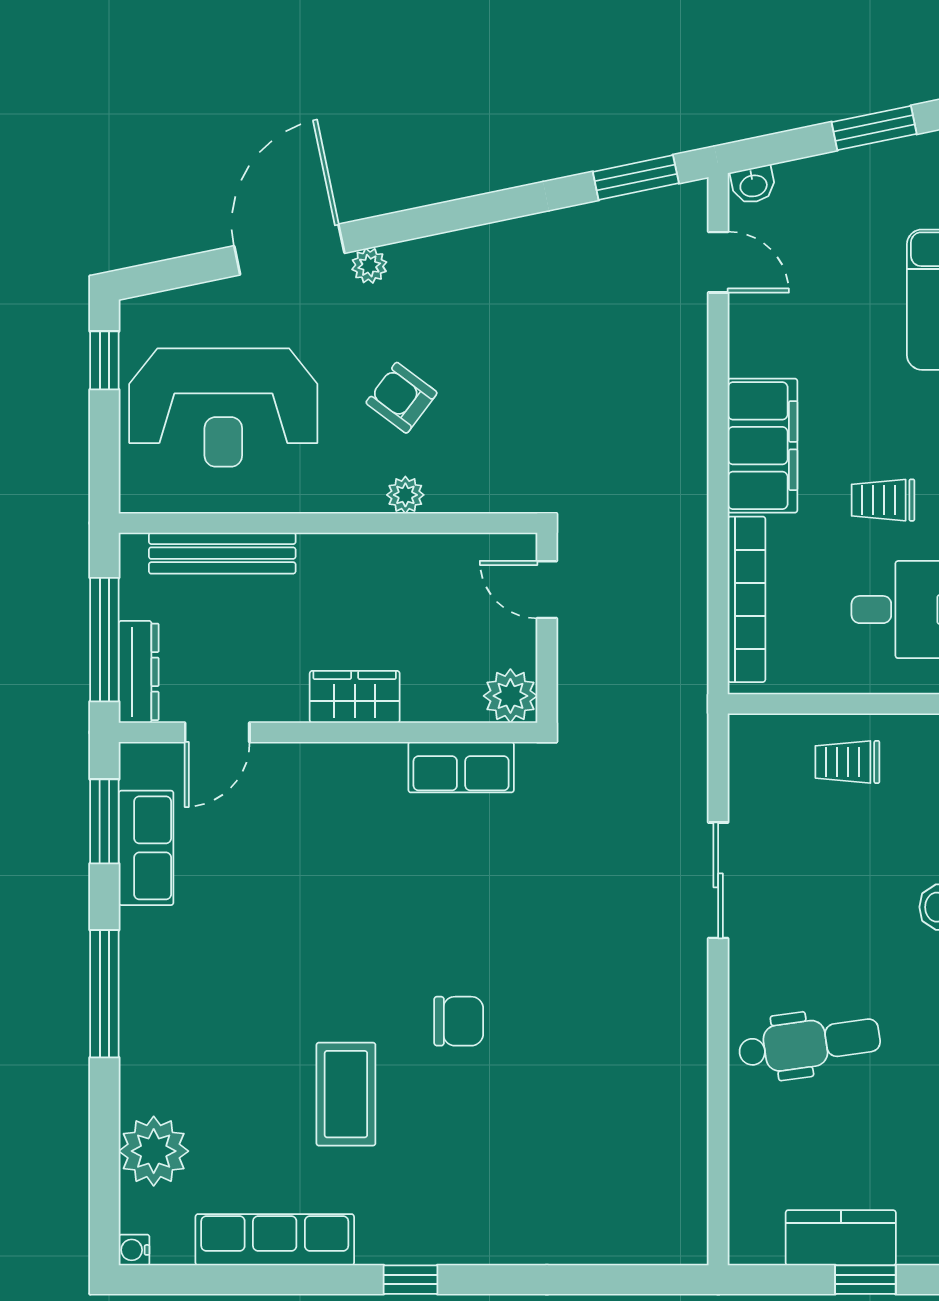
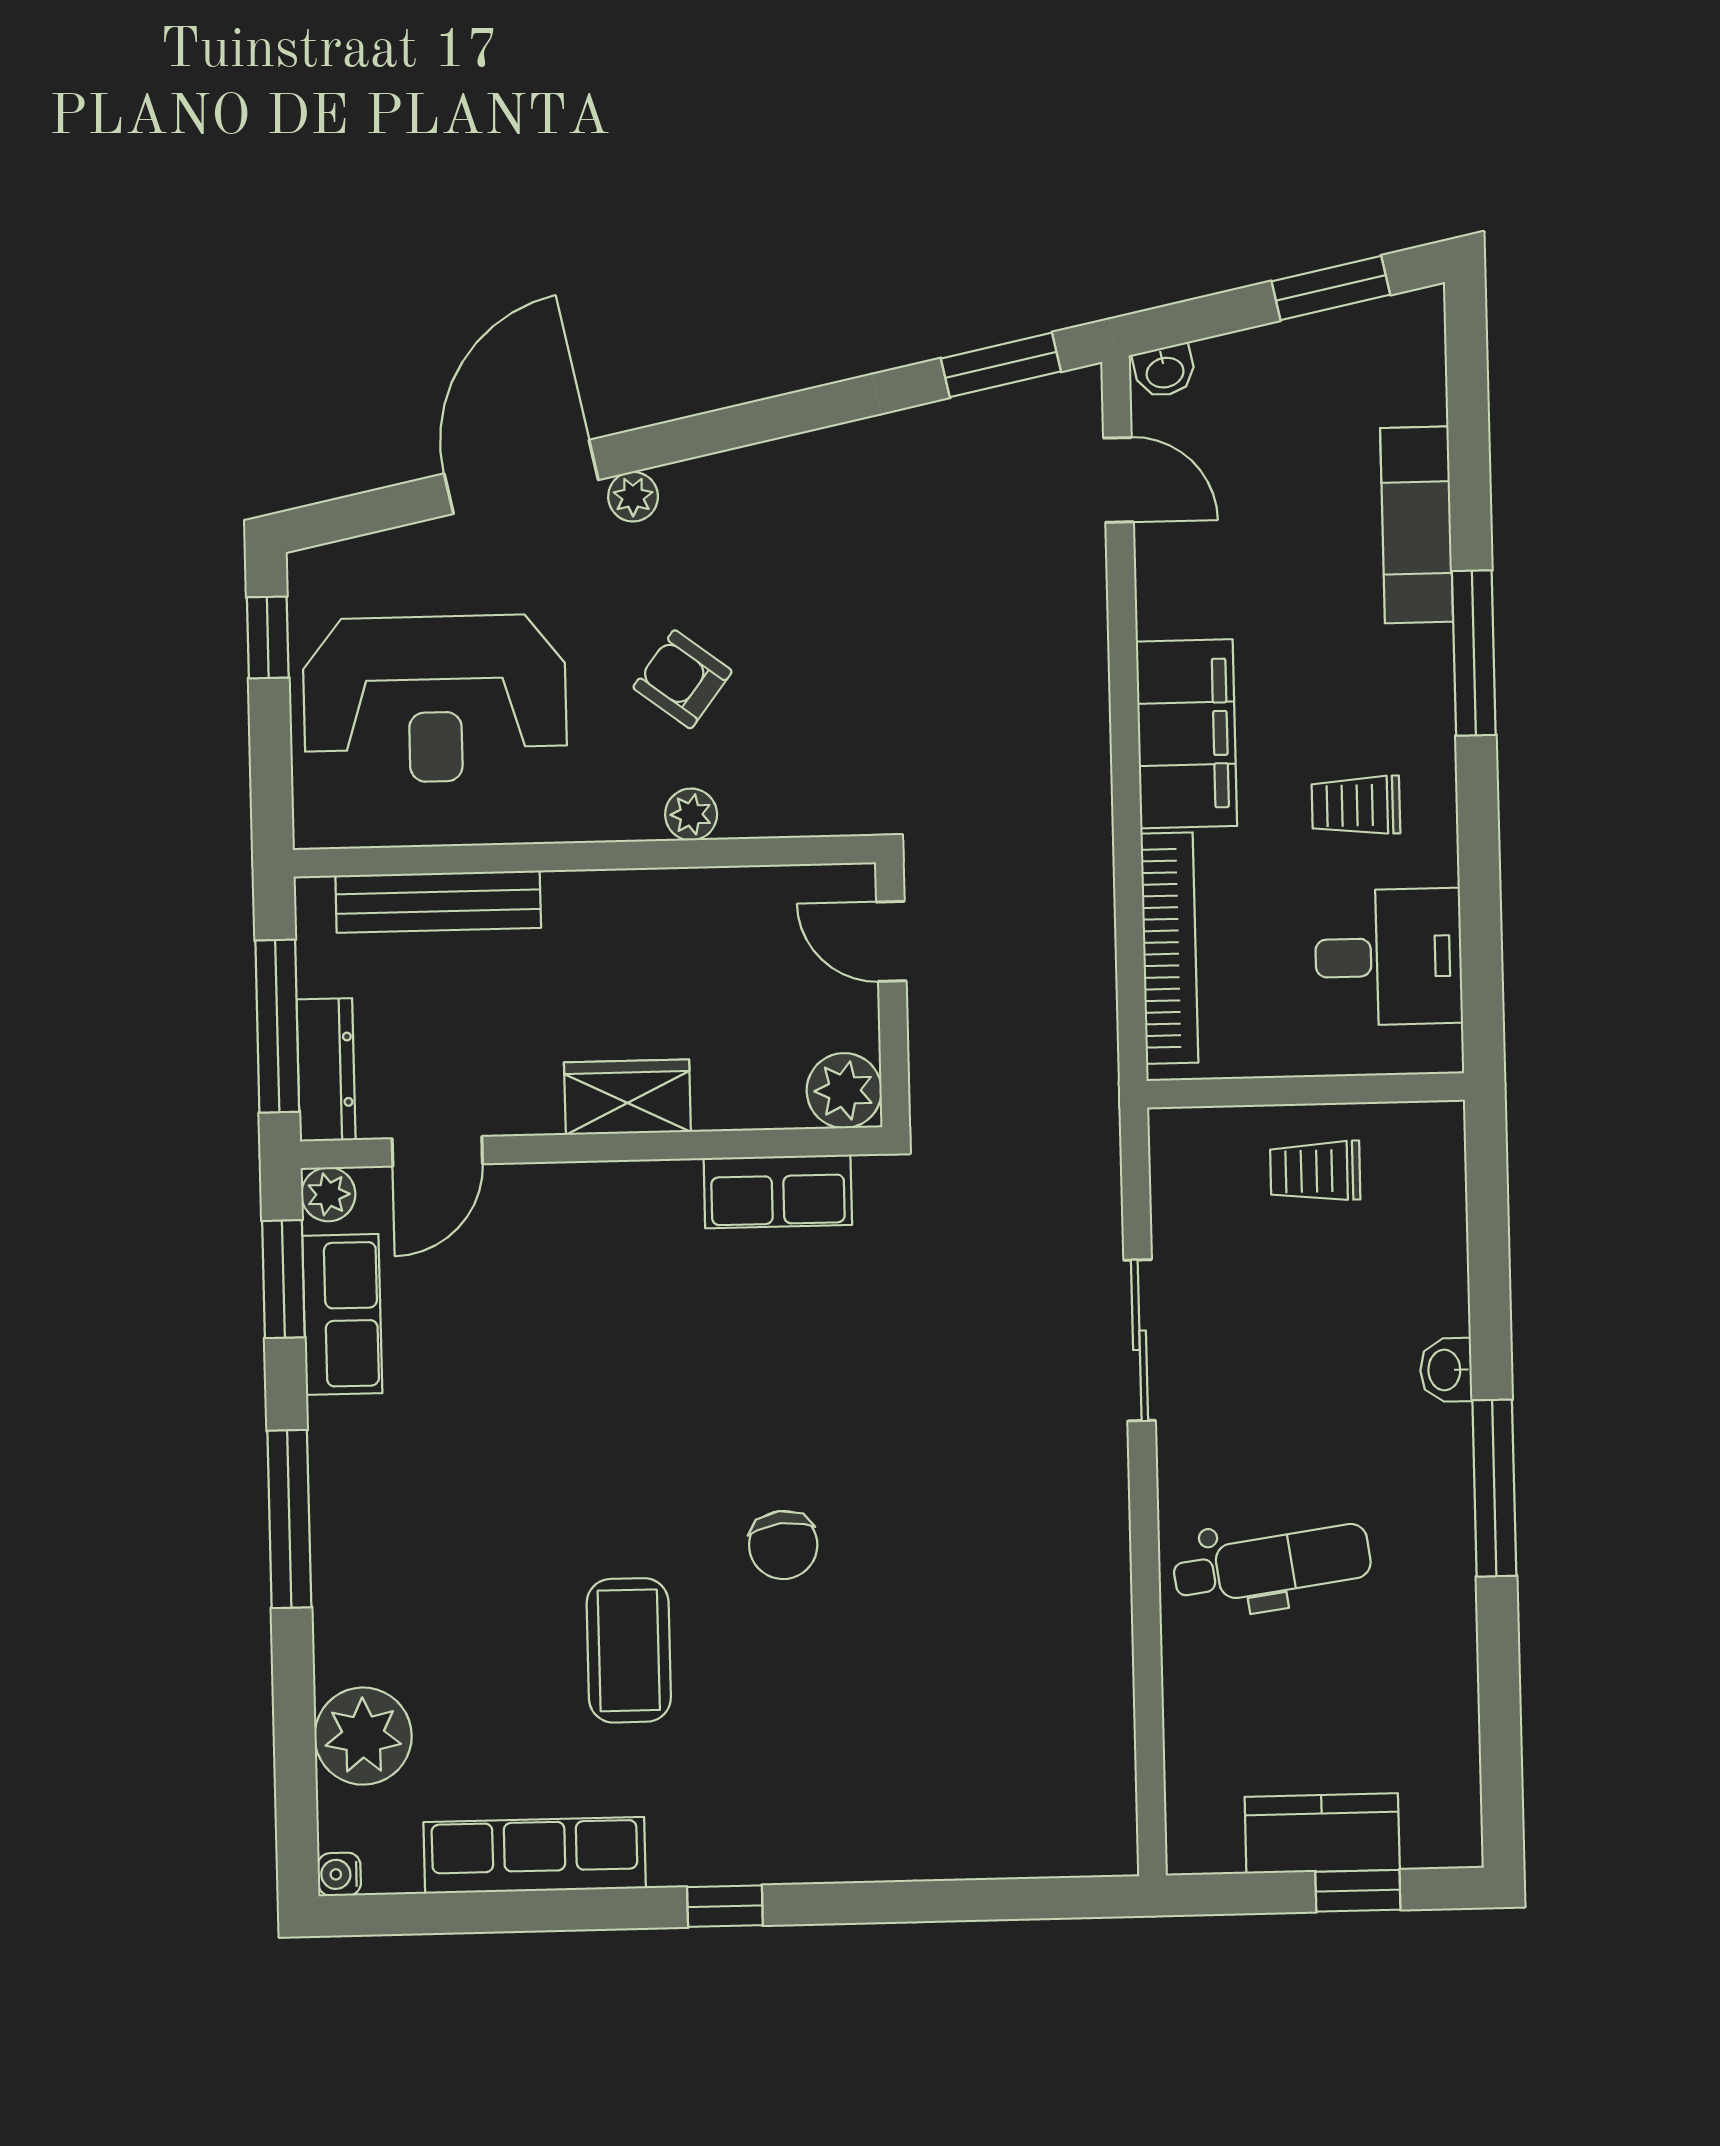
plant: (138, 761) -> (328, 1194), added
chair: (459, 1021) -> (783, 1545), turned 84

